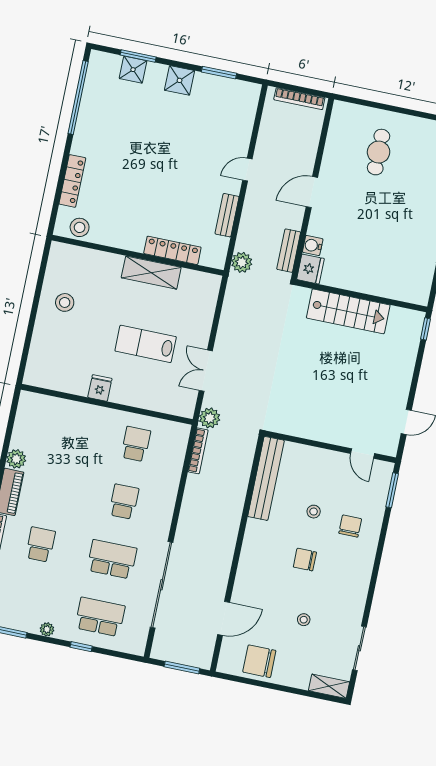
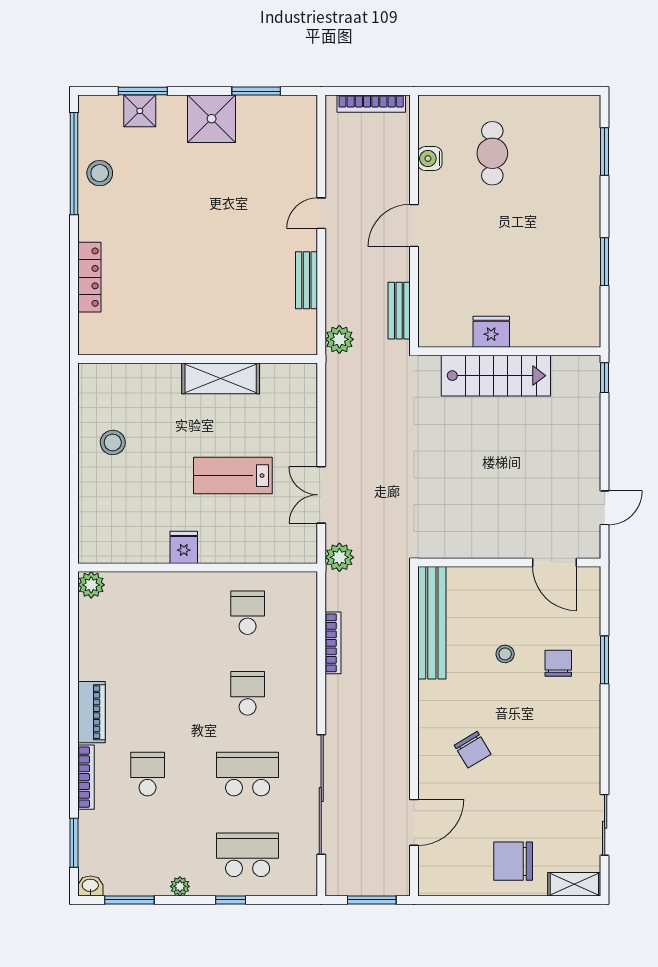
shower: (180, 80) -> (212, 119), width x1.36, depth x1.36
stool: (80, 227) -> (100, 173), moved
water cooler: (313, 245) -> (430, 159), moved
locker: (172, 250) -> (243, 343), removed
fridge: (310, 269) -> (491, 332), moved, turned -90
bookcase: (198, 451) -> (333, 643), moved
door: (362, 454) -> (555, 562), width x1.38
plant: (16, 459) -> (91, 585), moved
window: (392, 490) -> (605, 660), moved
chair: (305, 560) -> (473, 750), moved, turned -121
stool: (304, 620) -> (522, 802), removed
chair: (259, 661) -> (513, 861), moved

